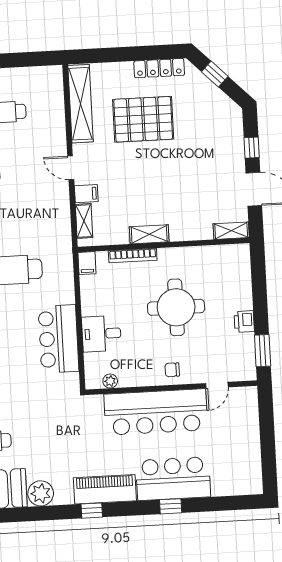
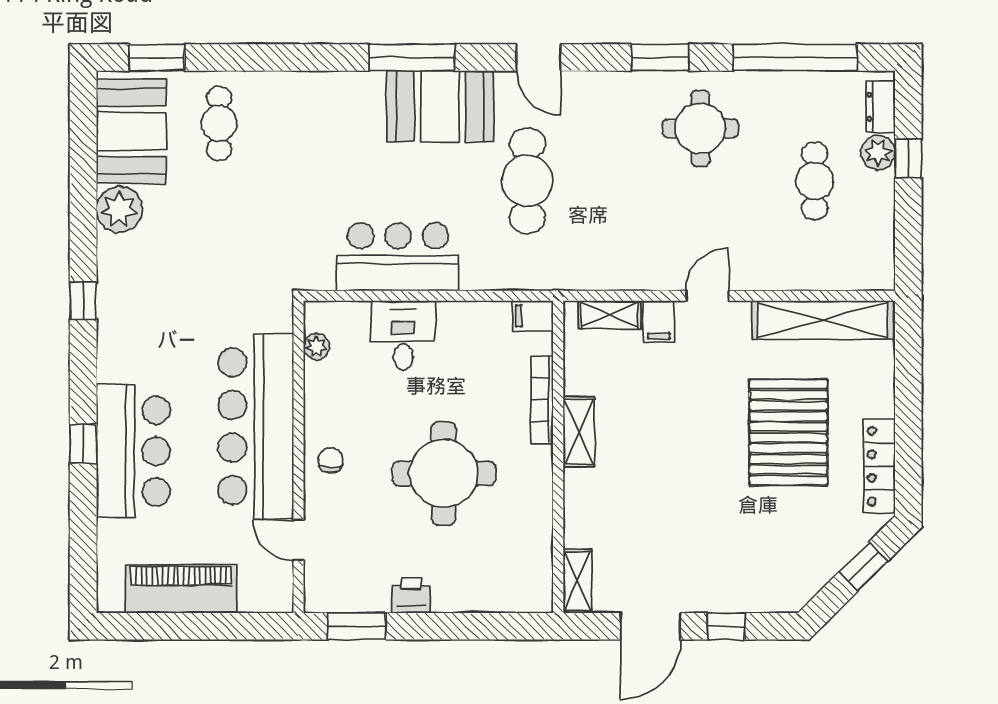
piano: (105, 489) -> (181, 589), moved, turned -90

